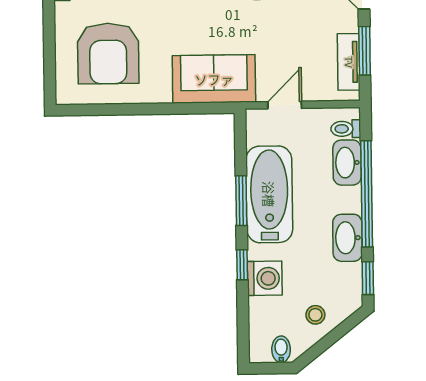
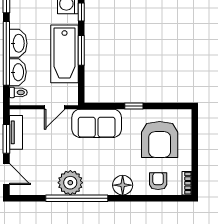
armchair: (108, 54) -> (160, 139), turned 180
window: (152, 109) -> (134, 106), added
washbasin: (347, 238) -> (18, 43), moved

